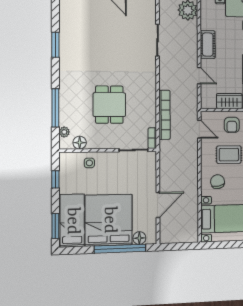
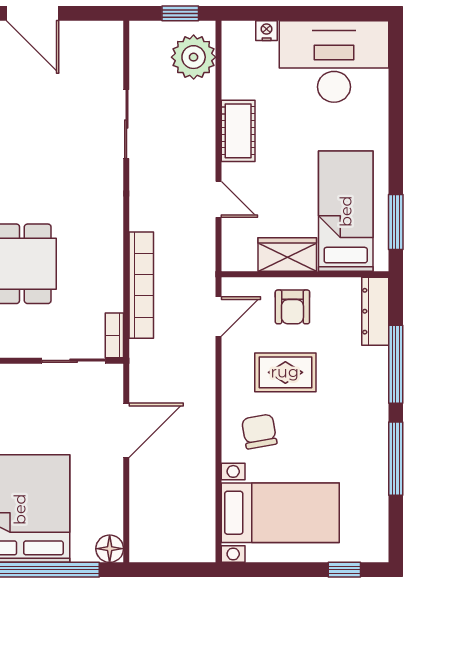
door: (199, 129) -> (219, 316), hinge flipped
door: (158, 205) -> (126, 430), moved
floor lamp: (139, 238) -> (110, 549), moved

